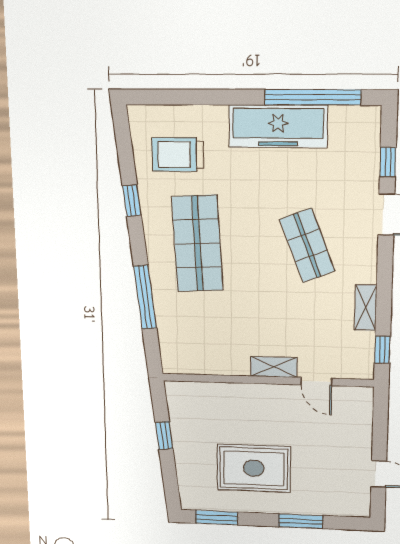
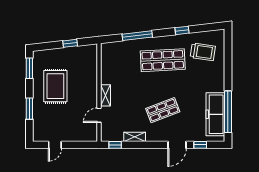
freezer: (278, 126) -> (215, 114), moved
trolley: (178, 155) -> (203, 52), turned 98

